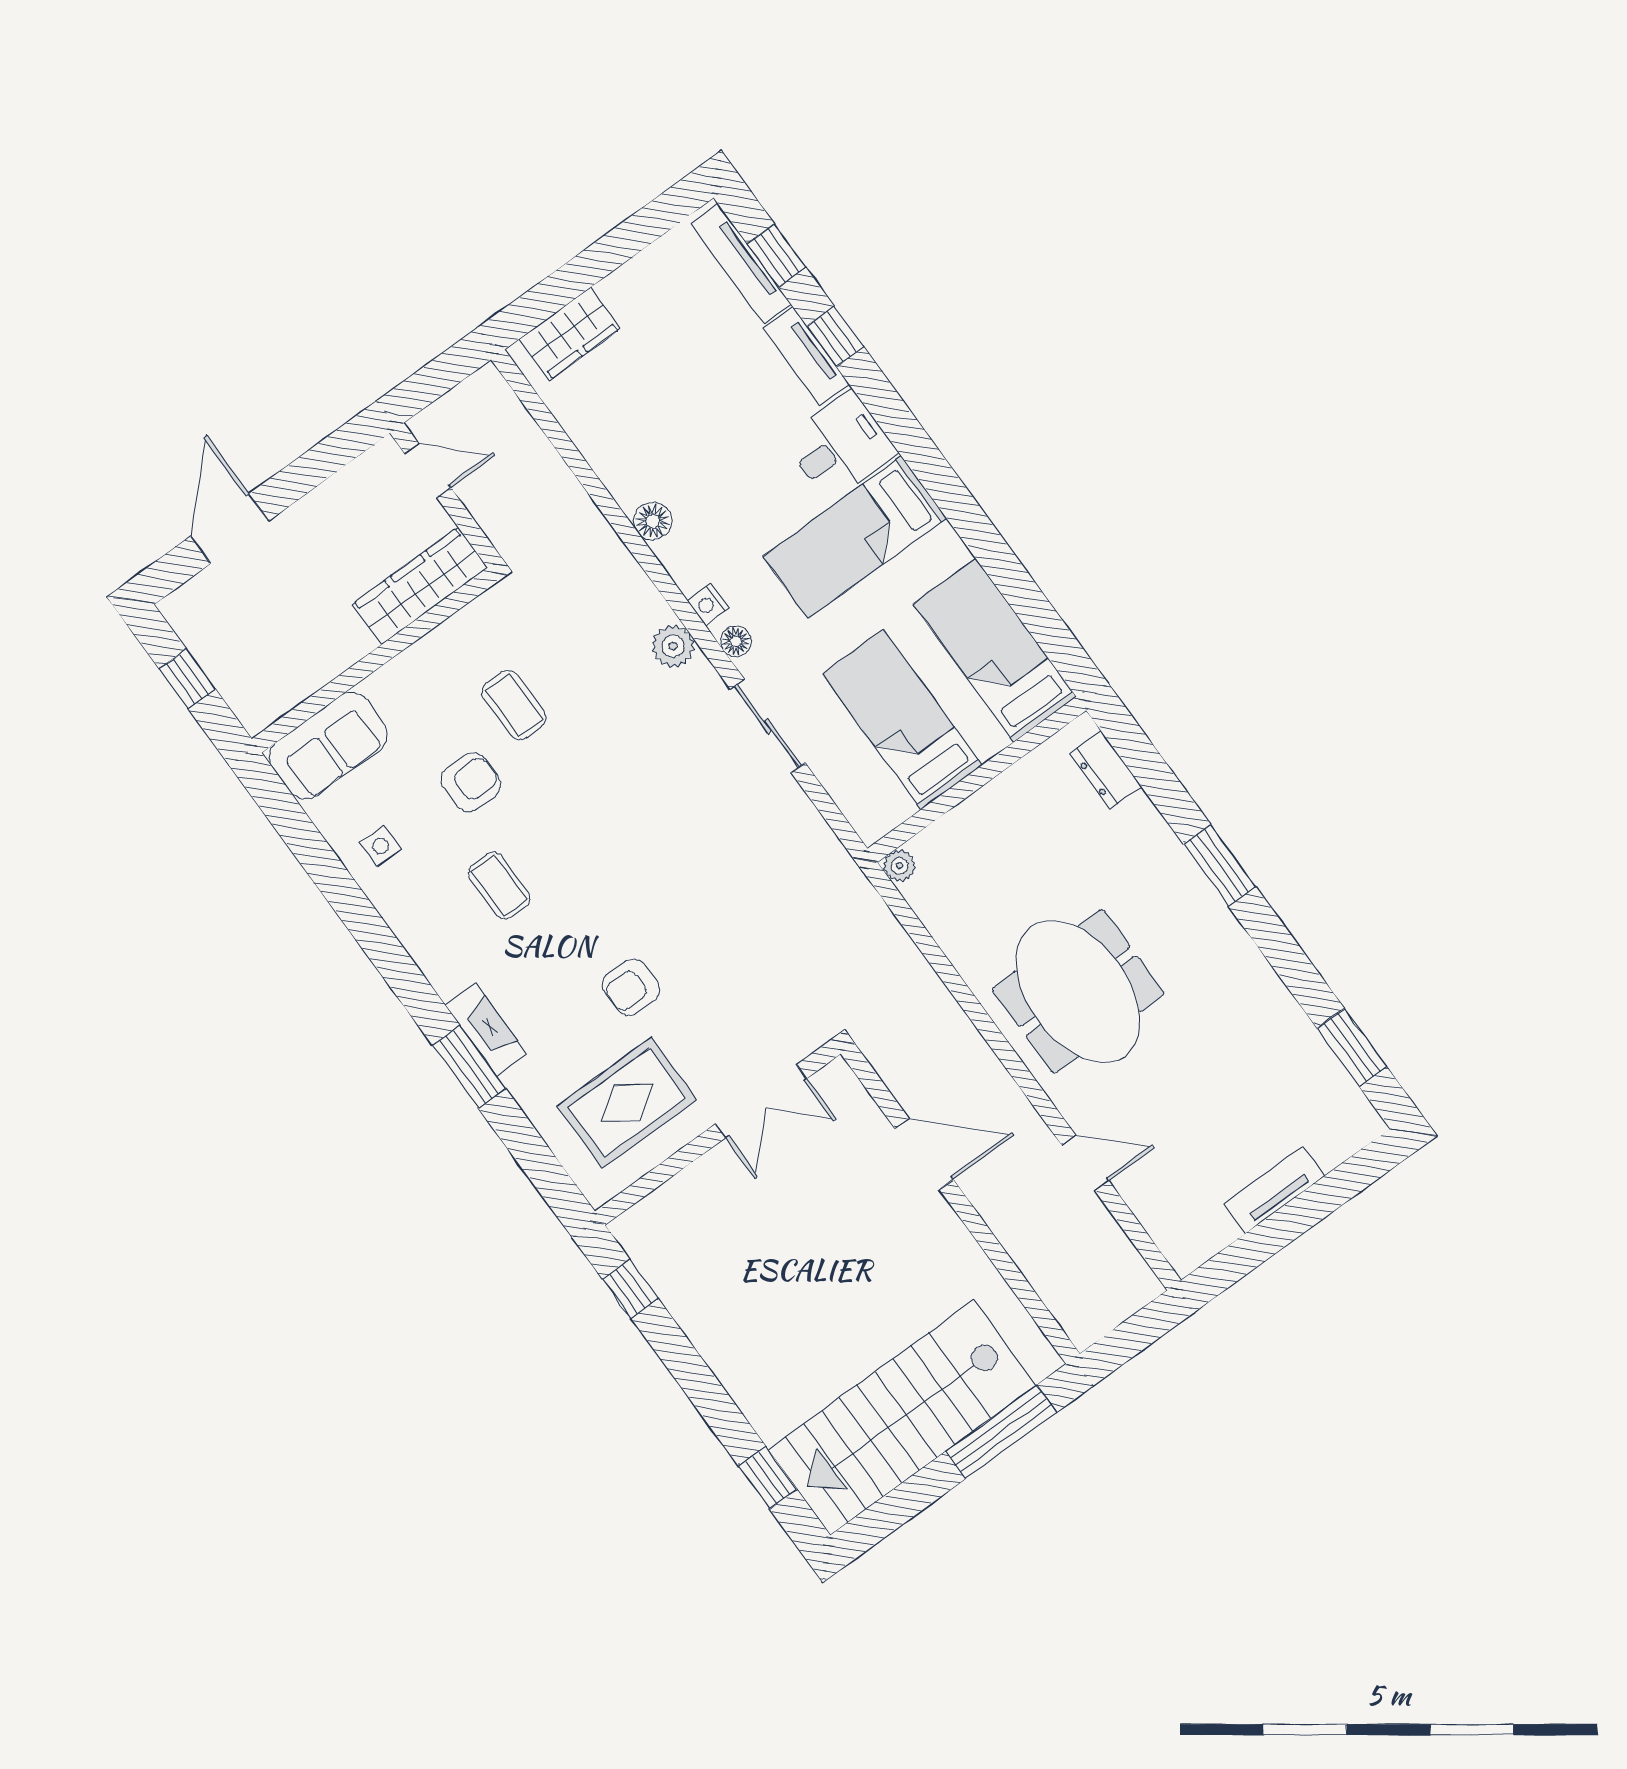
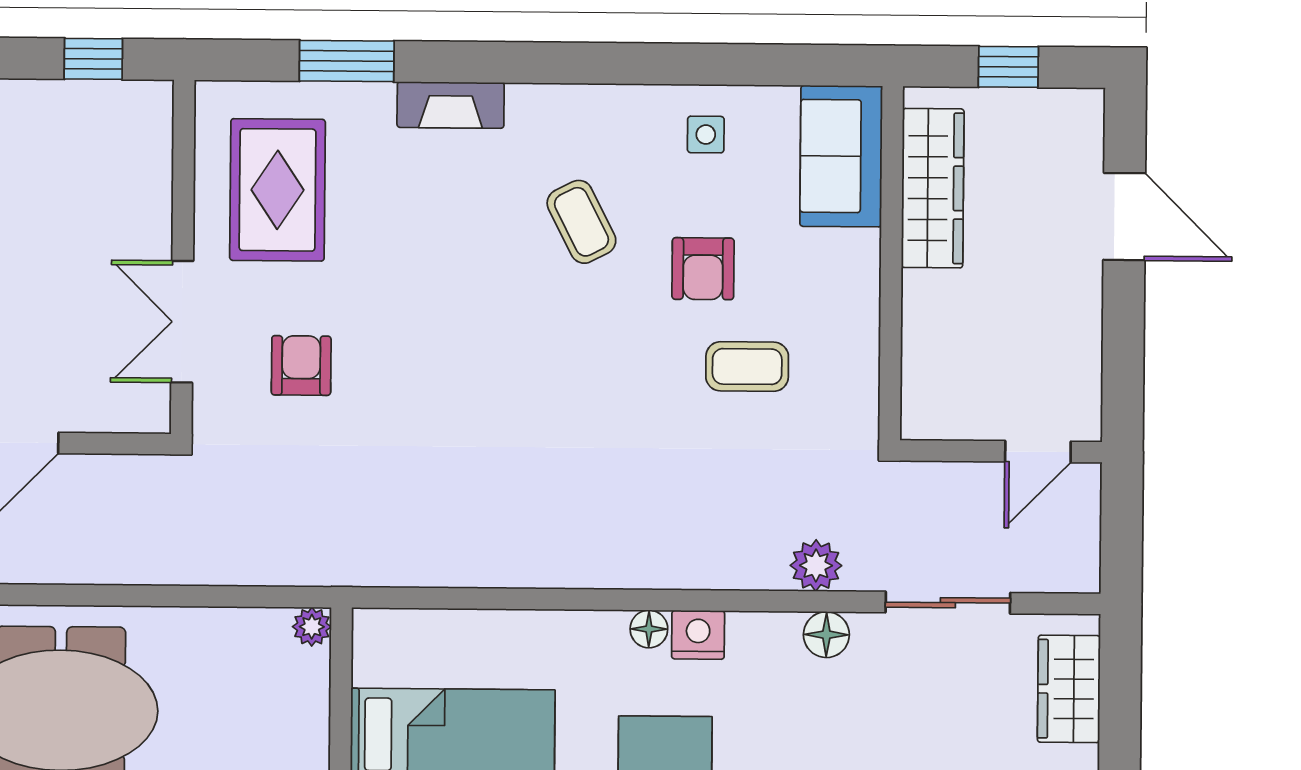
wardrobe: (420, 586) -> (933, 188), moved
nightstand: (708, 604) -> (698, 635), width x1.39, depth x1.35
plant: (673, 646) -> (816, 565), moved
sliding door: (768, 726) -> (948, 603), moved
coffee table: (499, 886) -> (581, 222), turned 63
armchair: (631, 987) -> (301, 366), moved
window: (469, 1067) -> (347, 61), moved

